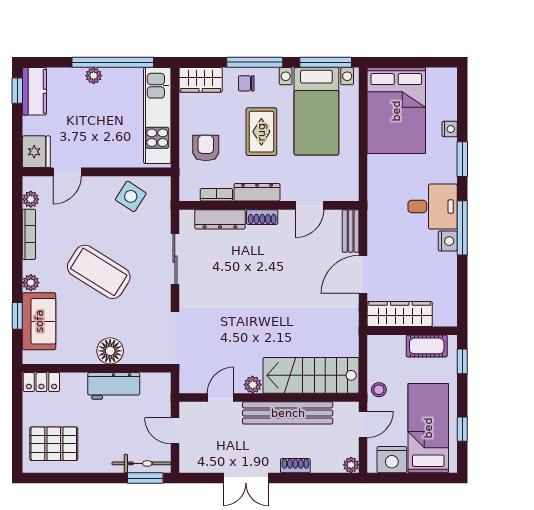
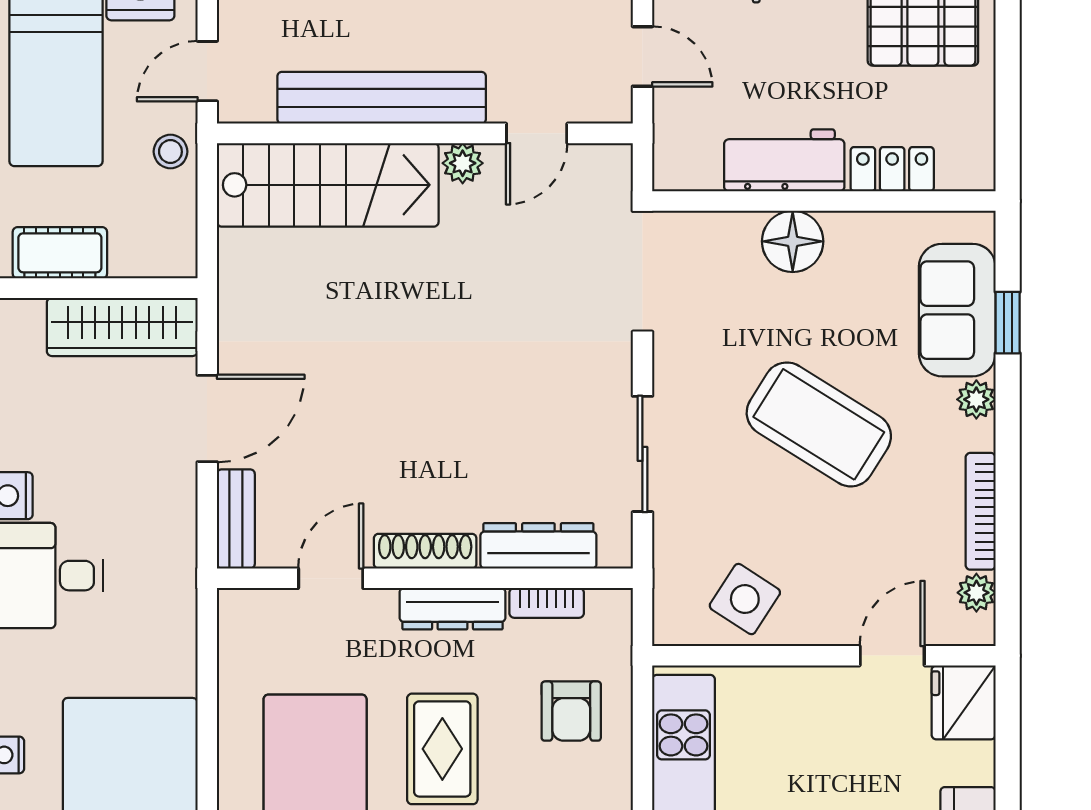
shoe rack: (262, 217) -> (425, 551), width x1.43
locker: (41, 382) -> (892, 169), moved

